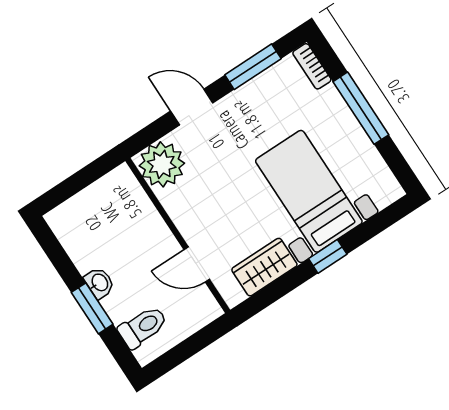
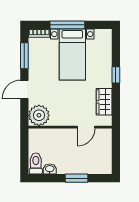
bed with nightstands: (309, 191) -> (72, 55), moved, turned -90
washbasin: (99, 283) -> (50, 169), moved
toilet: (143, 327) -> (36, 163), moved

